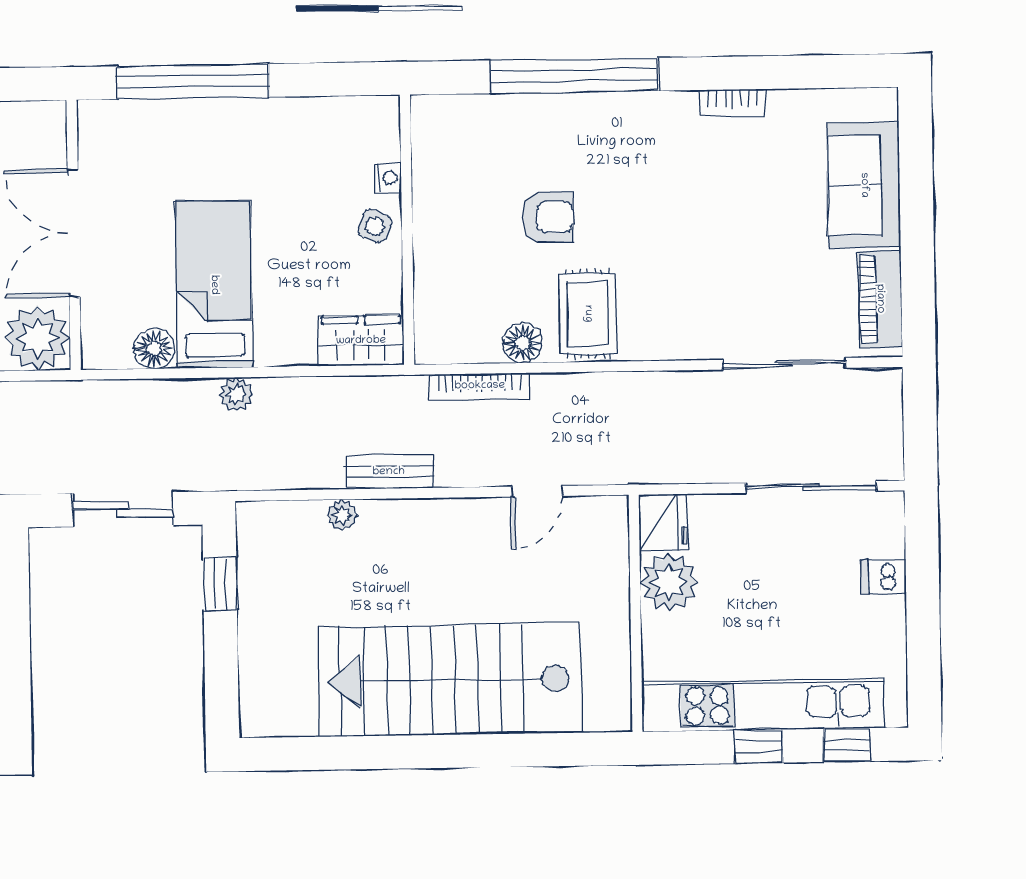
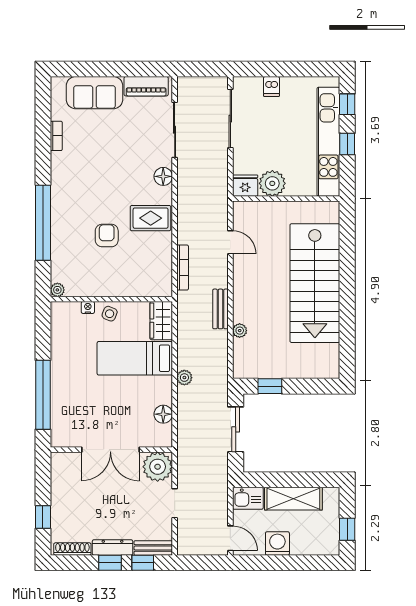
bookcase: (732, 103) -> (56, 136), moved
plant: (426, 110) -> (57, 290), added
bed: (214, 285) -> (135, 358), moved
floor lamp: (522, 343) -> (163, 176), moved

